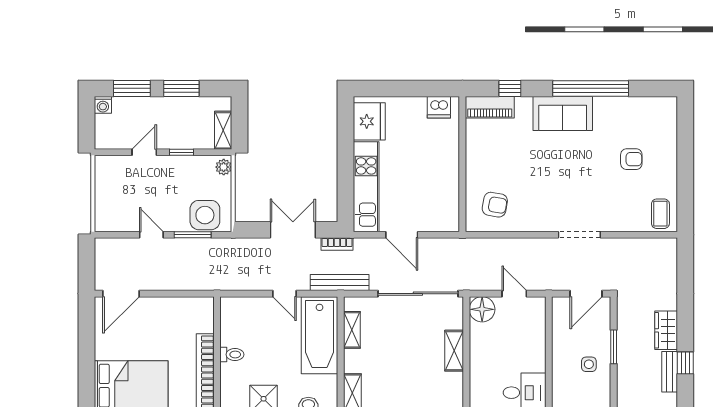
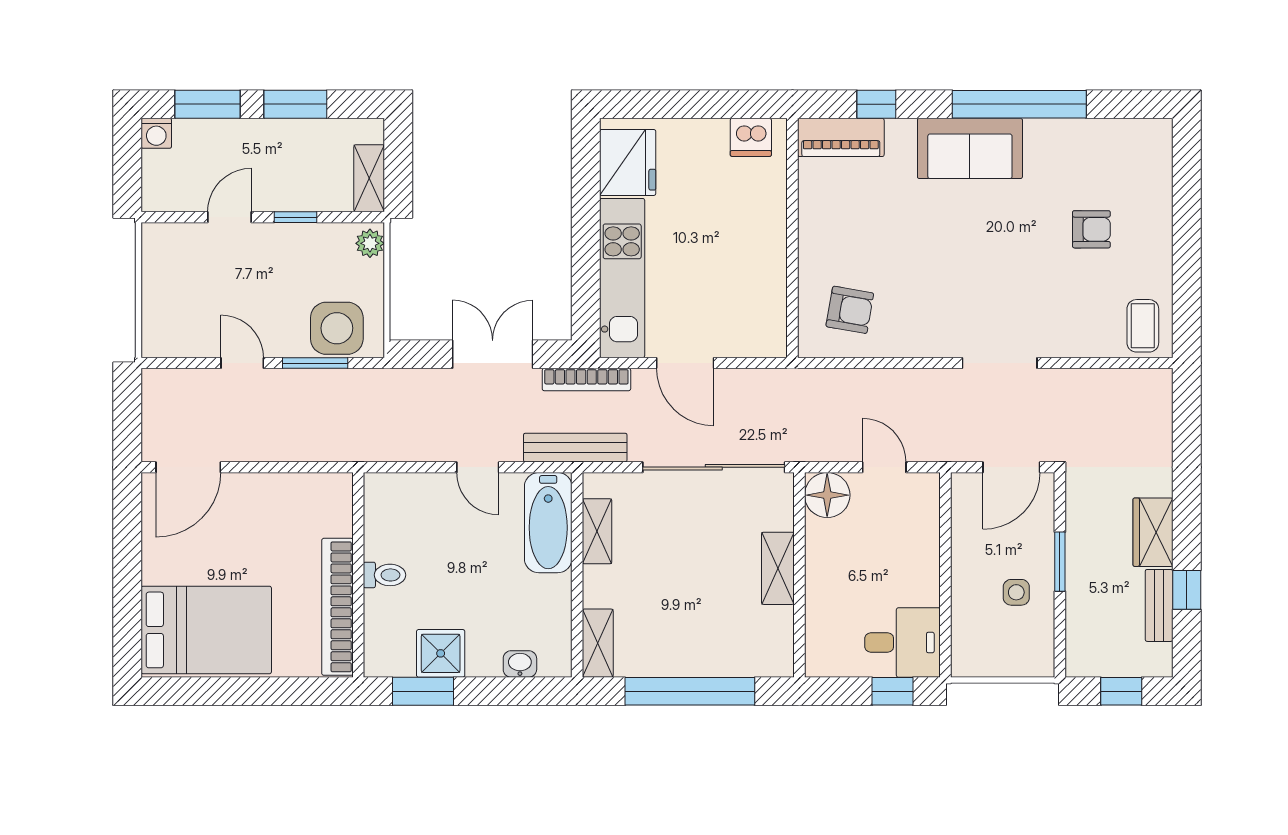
bookcase: (337, 244) -> (586, 380), width x1.56
bathtub: (320, 335) -> (548, 523), width x0.73, depth x0.73

